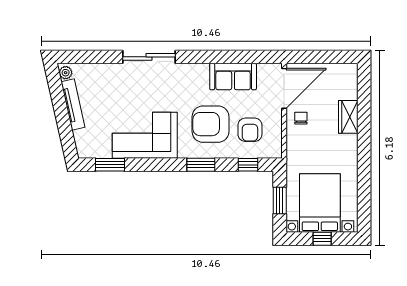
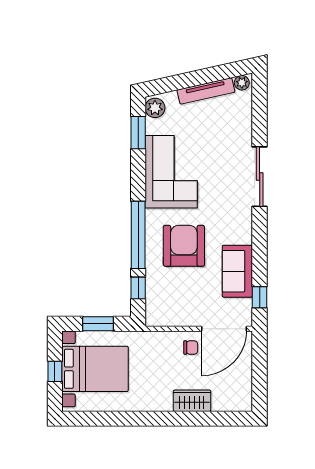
window: (256, 57) -> (260, 297), added
door: (284, 88) -> (224, 329), hinge flipped
armchair: (250, 130) -> (178, 290), removed
plant: (88, 150) -> (155, 108), added
window: (201, 165) -> (138, 235), width x2.11

